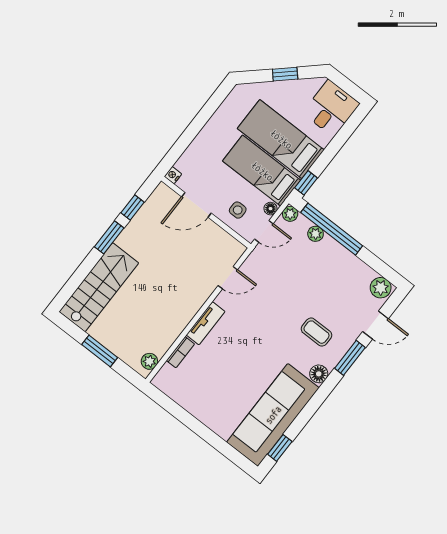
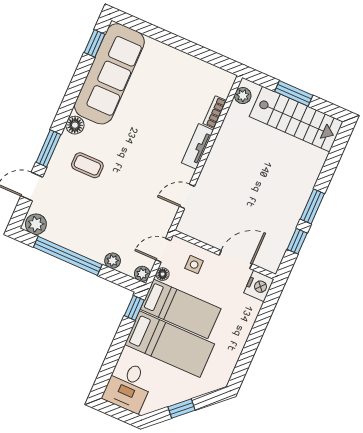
nightstand: (173, 175) -> (259, 286), width x1.89, depth x1.79
window: (332, 229) -> (68, 256), moved
stairs: (99, 287) -> (296, 119), moved, turned -90

